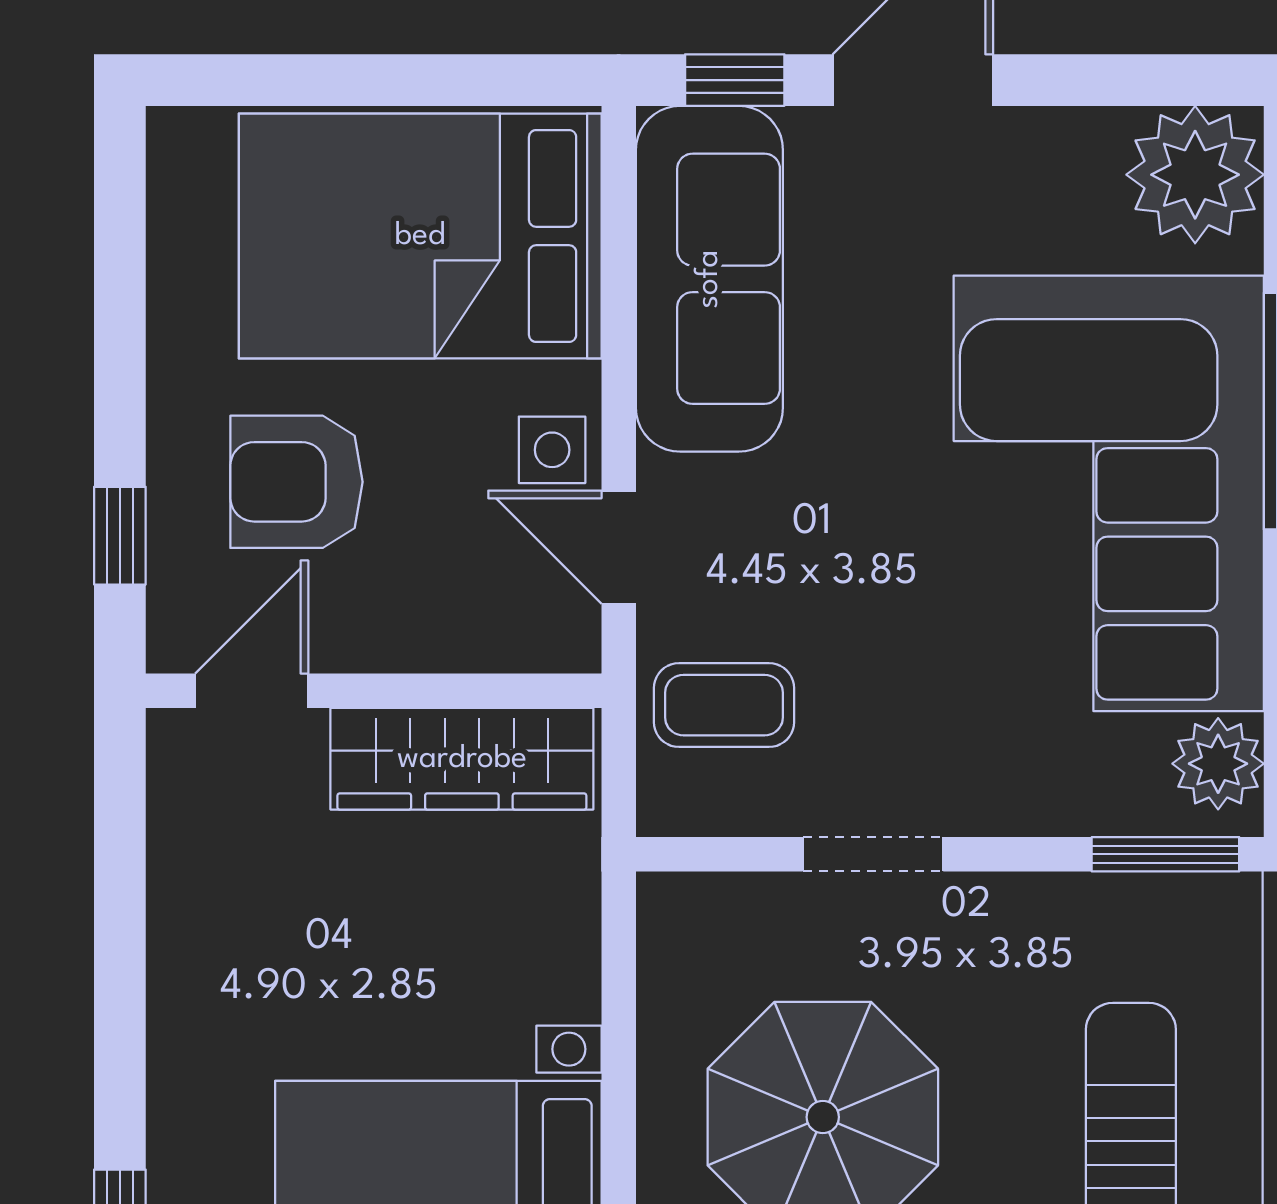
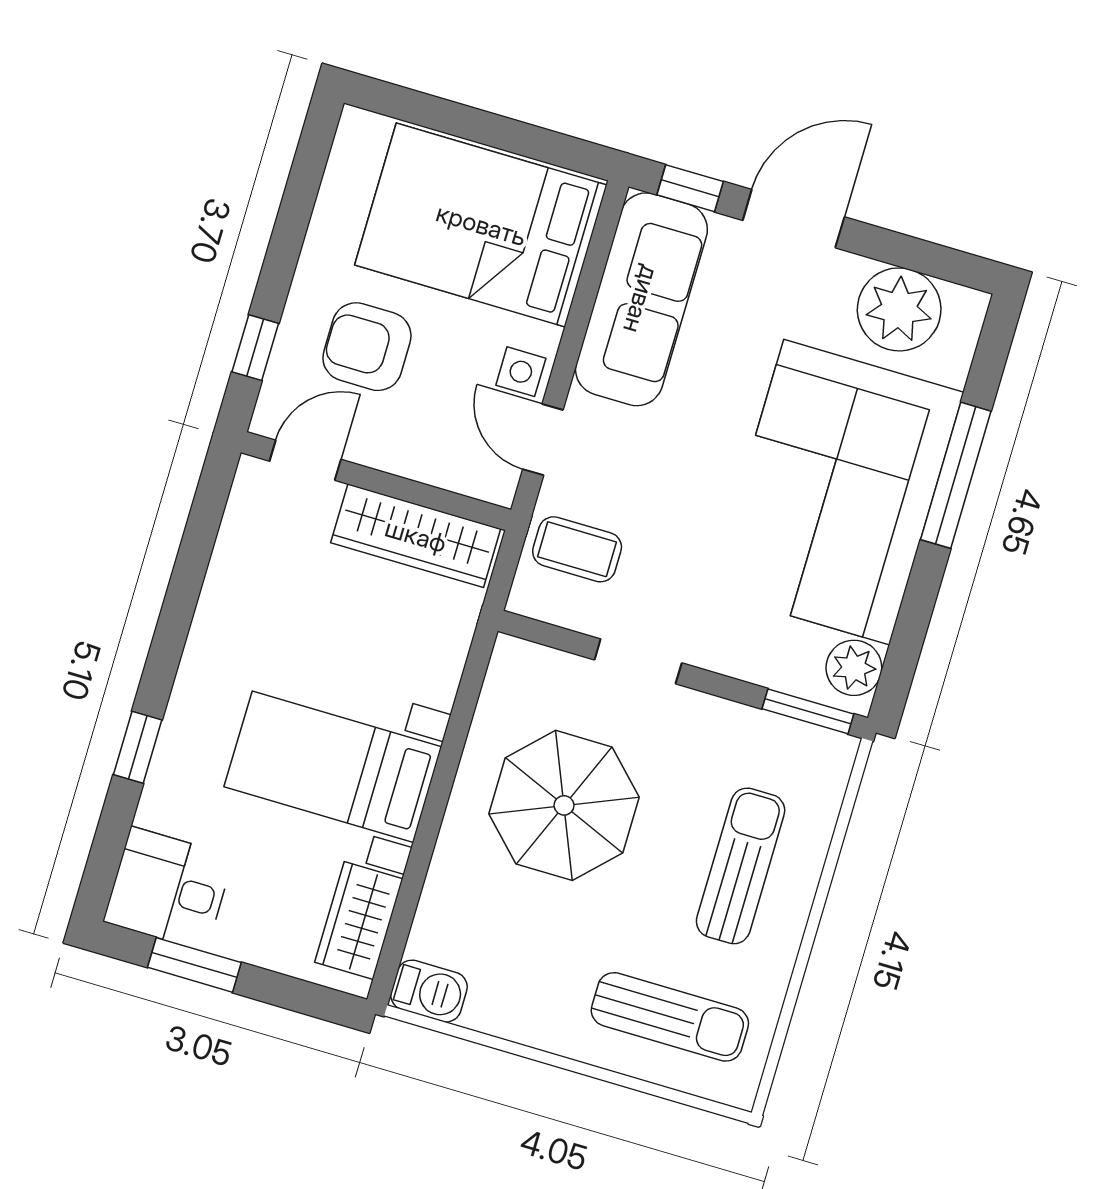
plant: (1195, 175) -> (899, 309), moved

